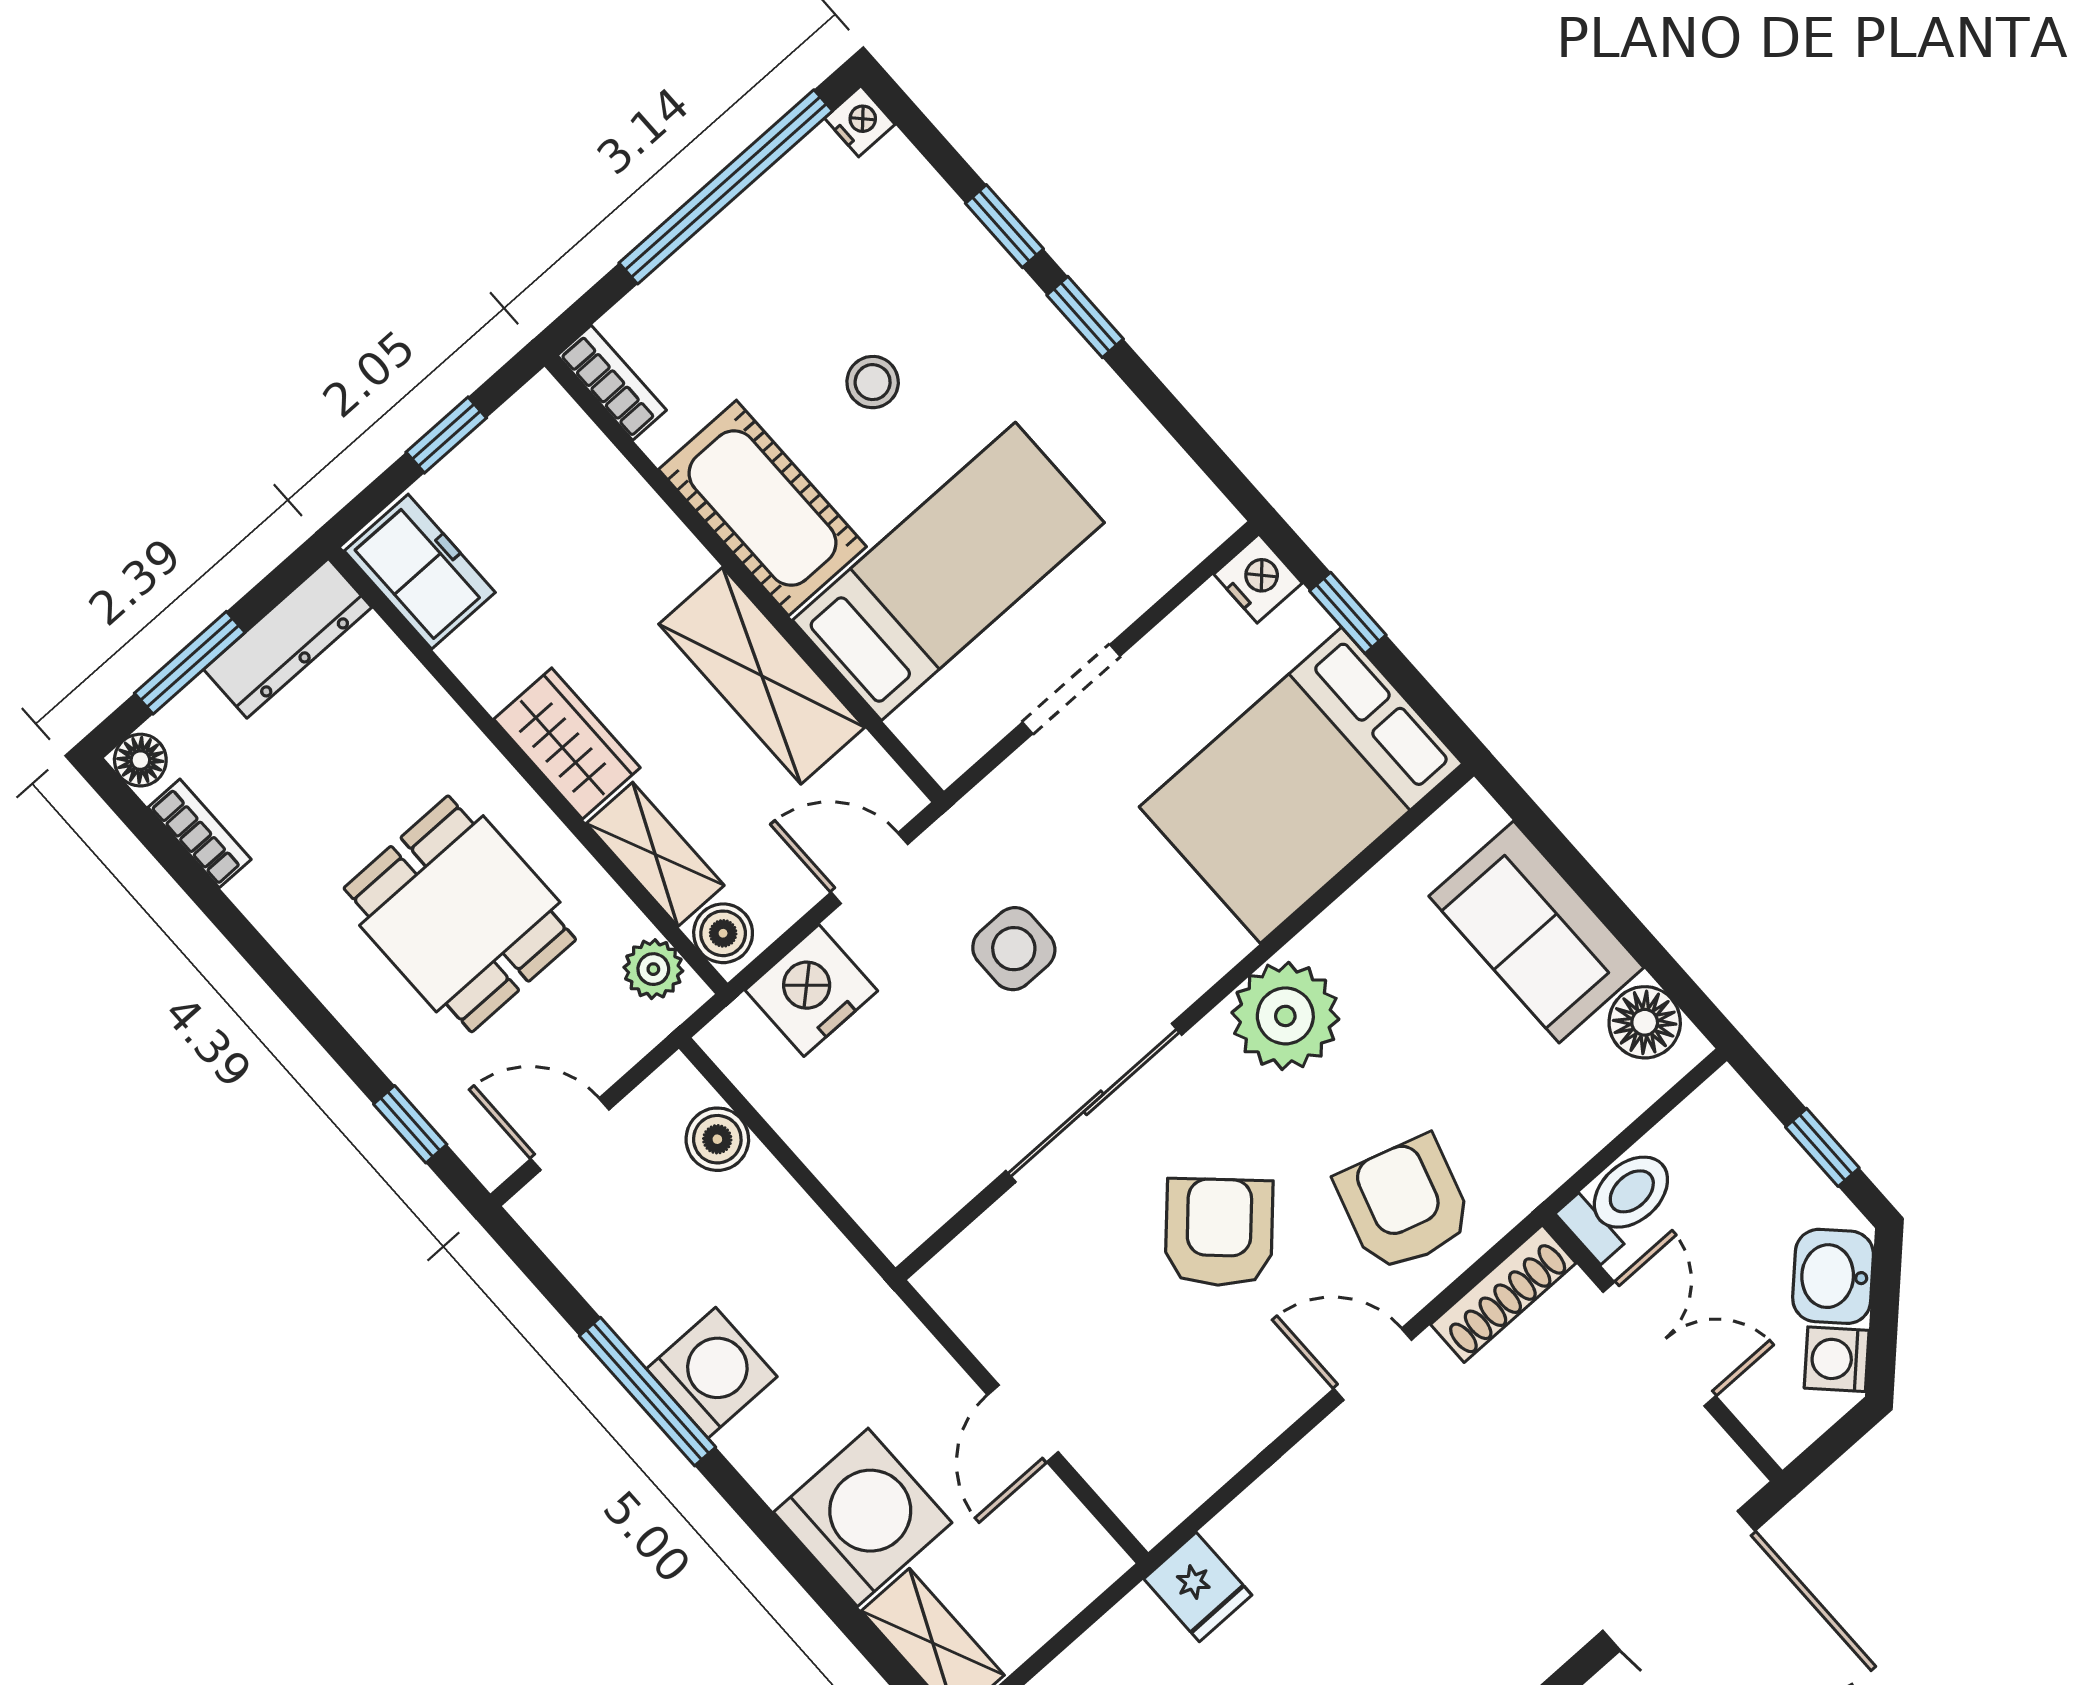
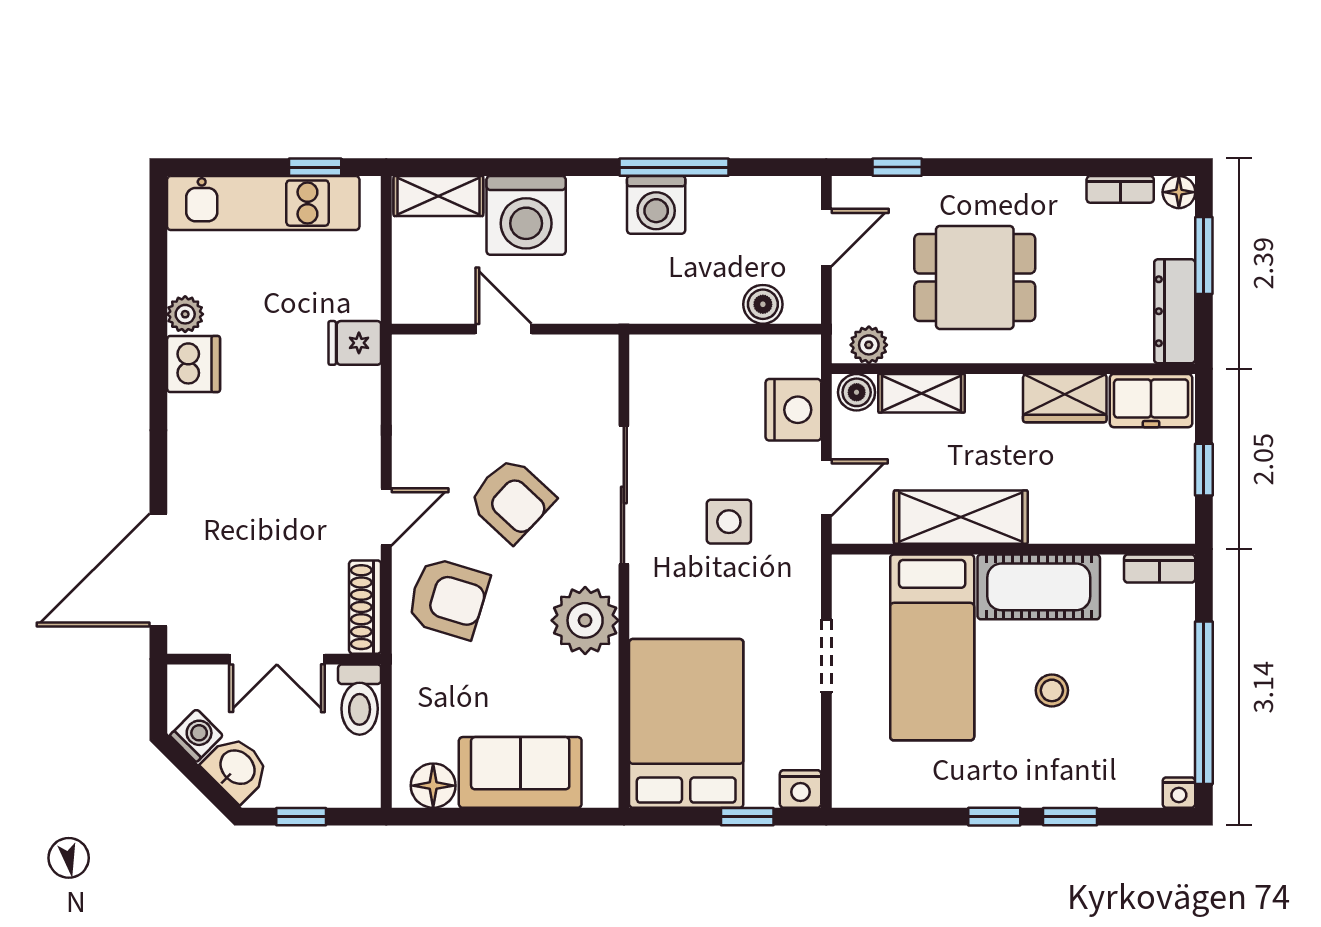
wardrobe: (567, 743) -> (1065, 398), moved

